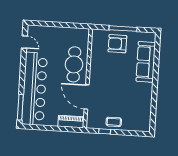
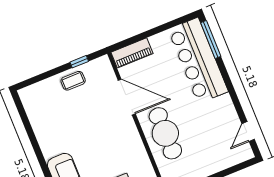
door: (24, 42) -> (248, 131), hinge flipped
bar counter: (34, 89) -> (198, 60), width x0.73

